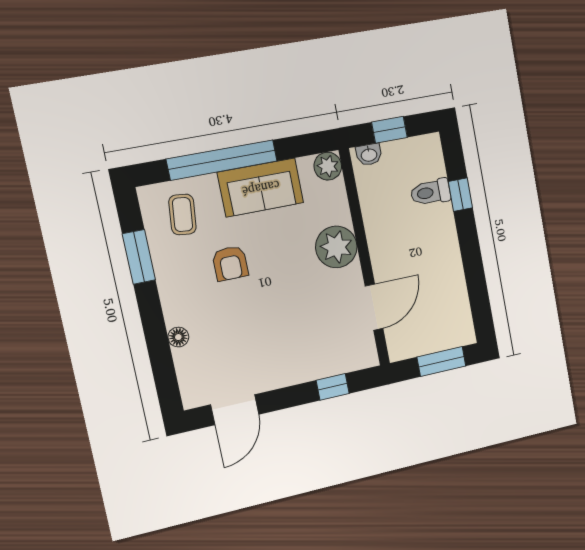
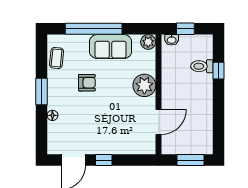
coffee table: (182, 215) -> (57, 58), moved
window: (139, 257) -> (41, 91), moved
armchair: (230, 263) -> (87, 83), turned -90
window: (333, 387) -> (104, 160), moved

